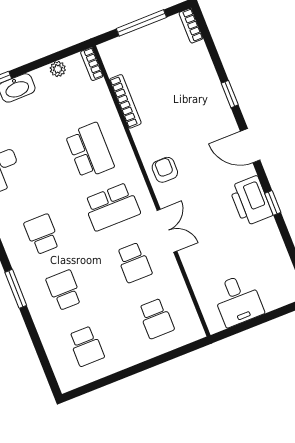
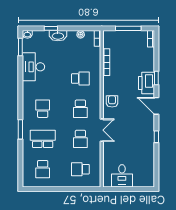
school desk: (90, 151) -> (80, 79), width x0.54
printer: (251, 201) -> (146, 83), moved
school desk: (112, 207) -> (80, 109), width x0.54
school desk: (64, 290) -> (43, 139), width x1.85
school desk: (156, 318) -> (80, 169), turned 90

